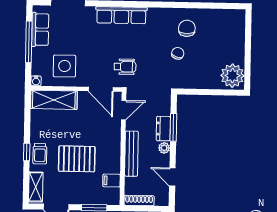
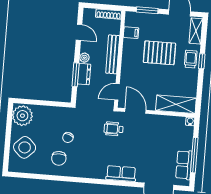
row of seats: (121, 15) -> (121, 174), width x0.68
side table: (64, 66) -> (25, 147), moved, turned 45

